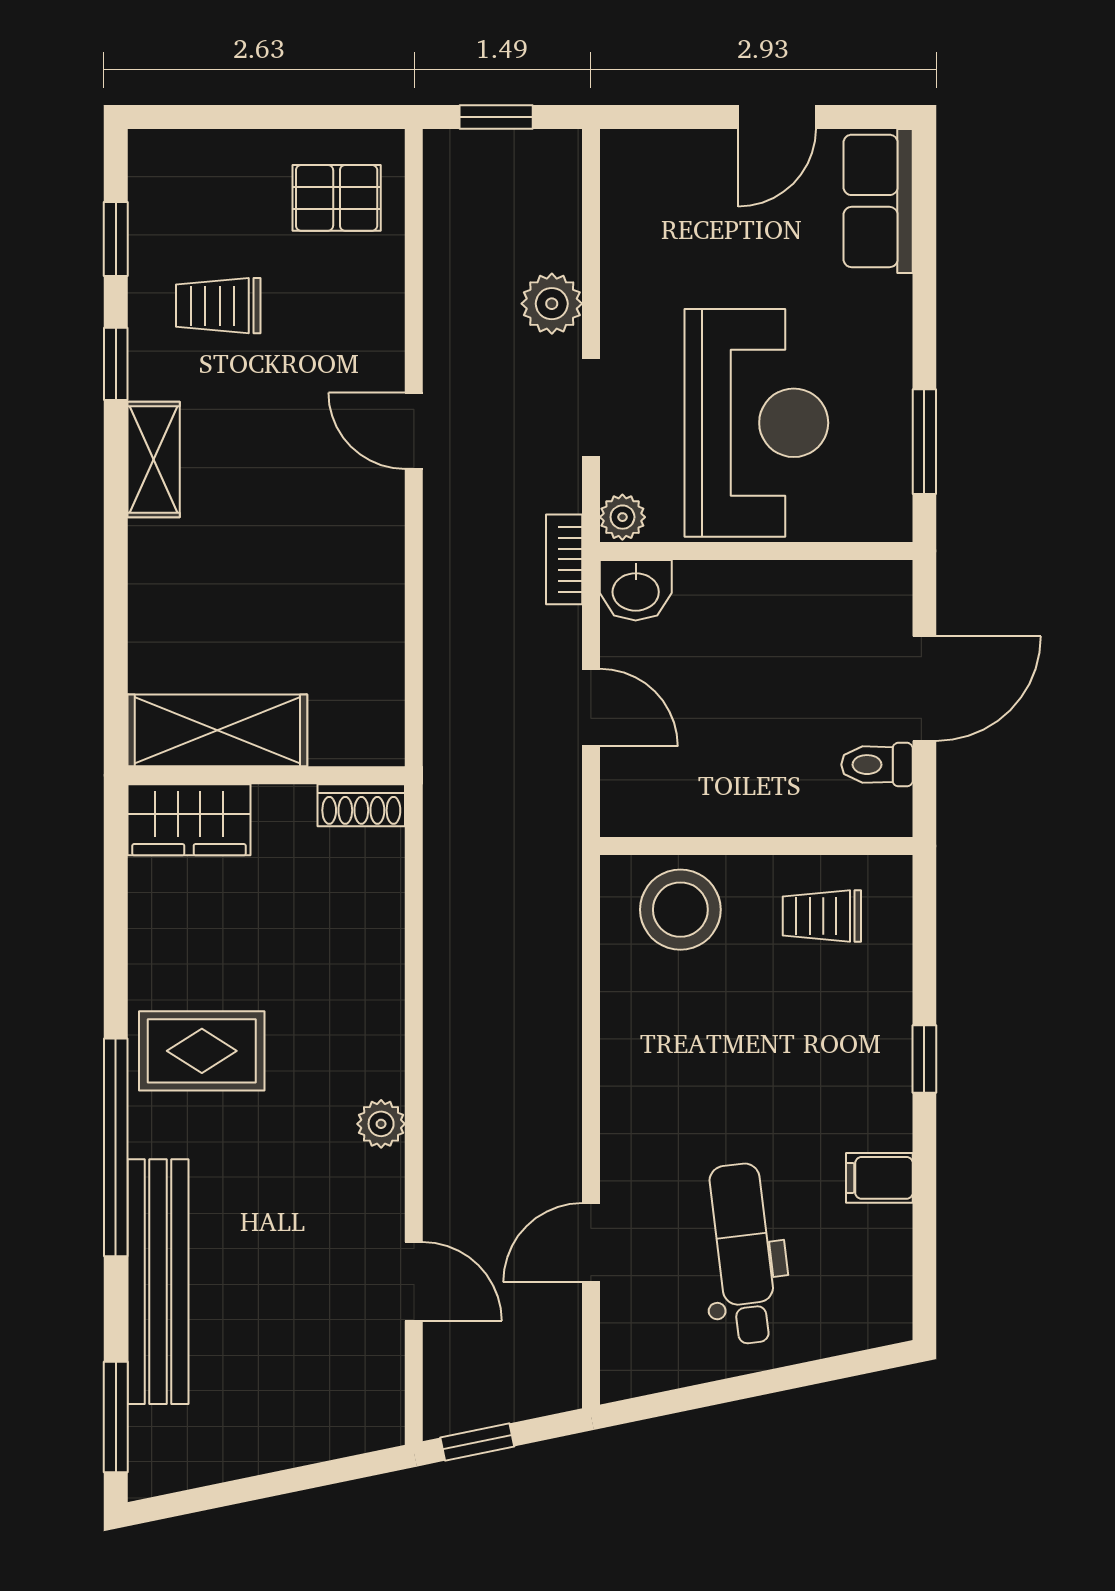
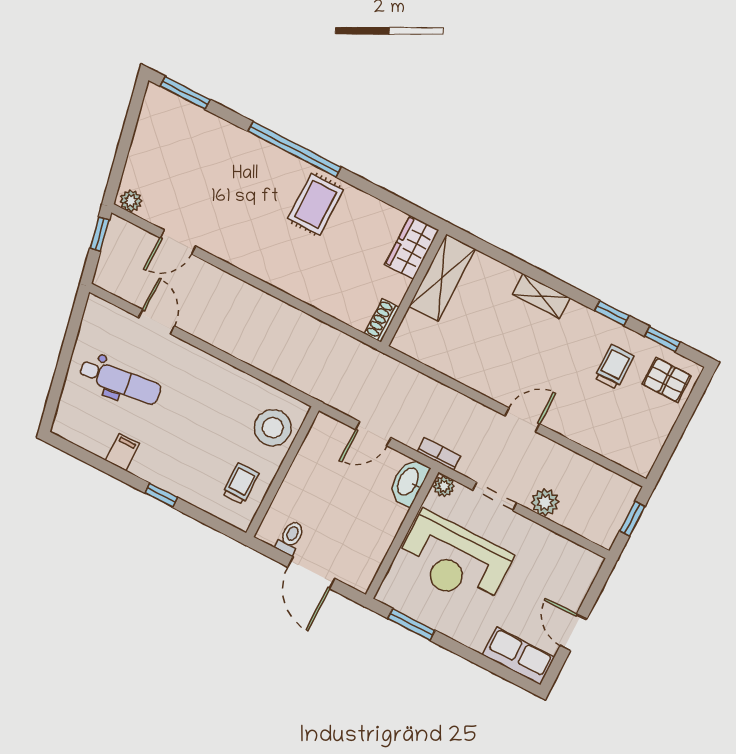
pallet: (337, 198) -> (667, 380), moved, turned 90
shelving: (154, 460) -> (541, 296), moved
washbasin: (636, 590) -> (409, 482), width x1.38
plant: (381, 1124) -> (131, 201), moved
bench: (158, 1282) -> (231, 138), removed

